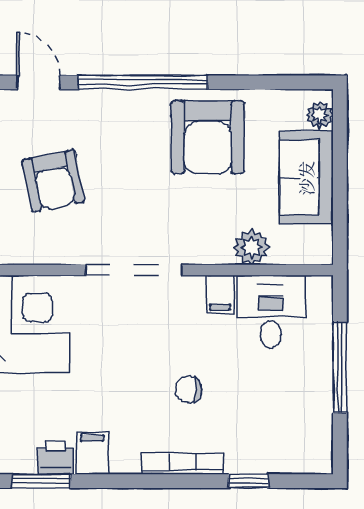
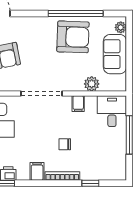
window: (143, 82) -> (76, 14), moved
armchair: (208, 137) -> (73, 37), turned -88
desk: (271, 312) -> (112, 111), moved
filing cabinet: (92, 453) -> (37, 171), moved

